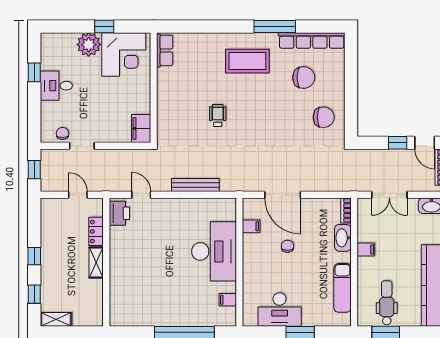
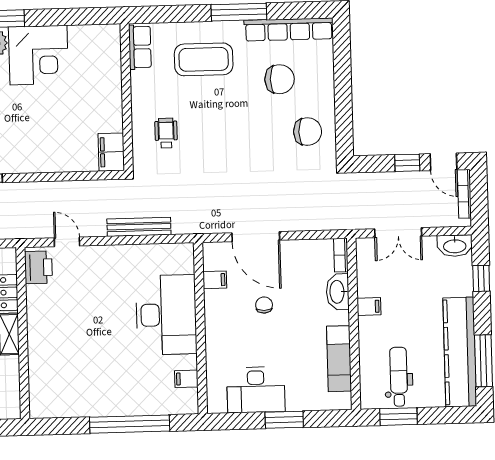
row of seats: (165, 50) -> (140, 47), moved
wall: (154, 88) -> (127, 97), moved
filing cabinet: (141, 129) -> (111, 152), moved

